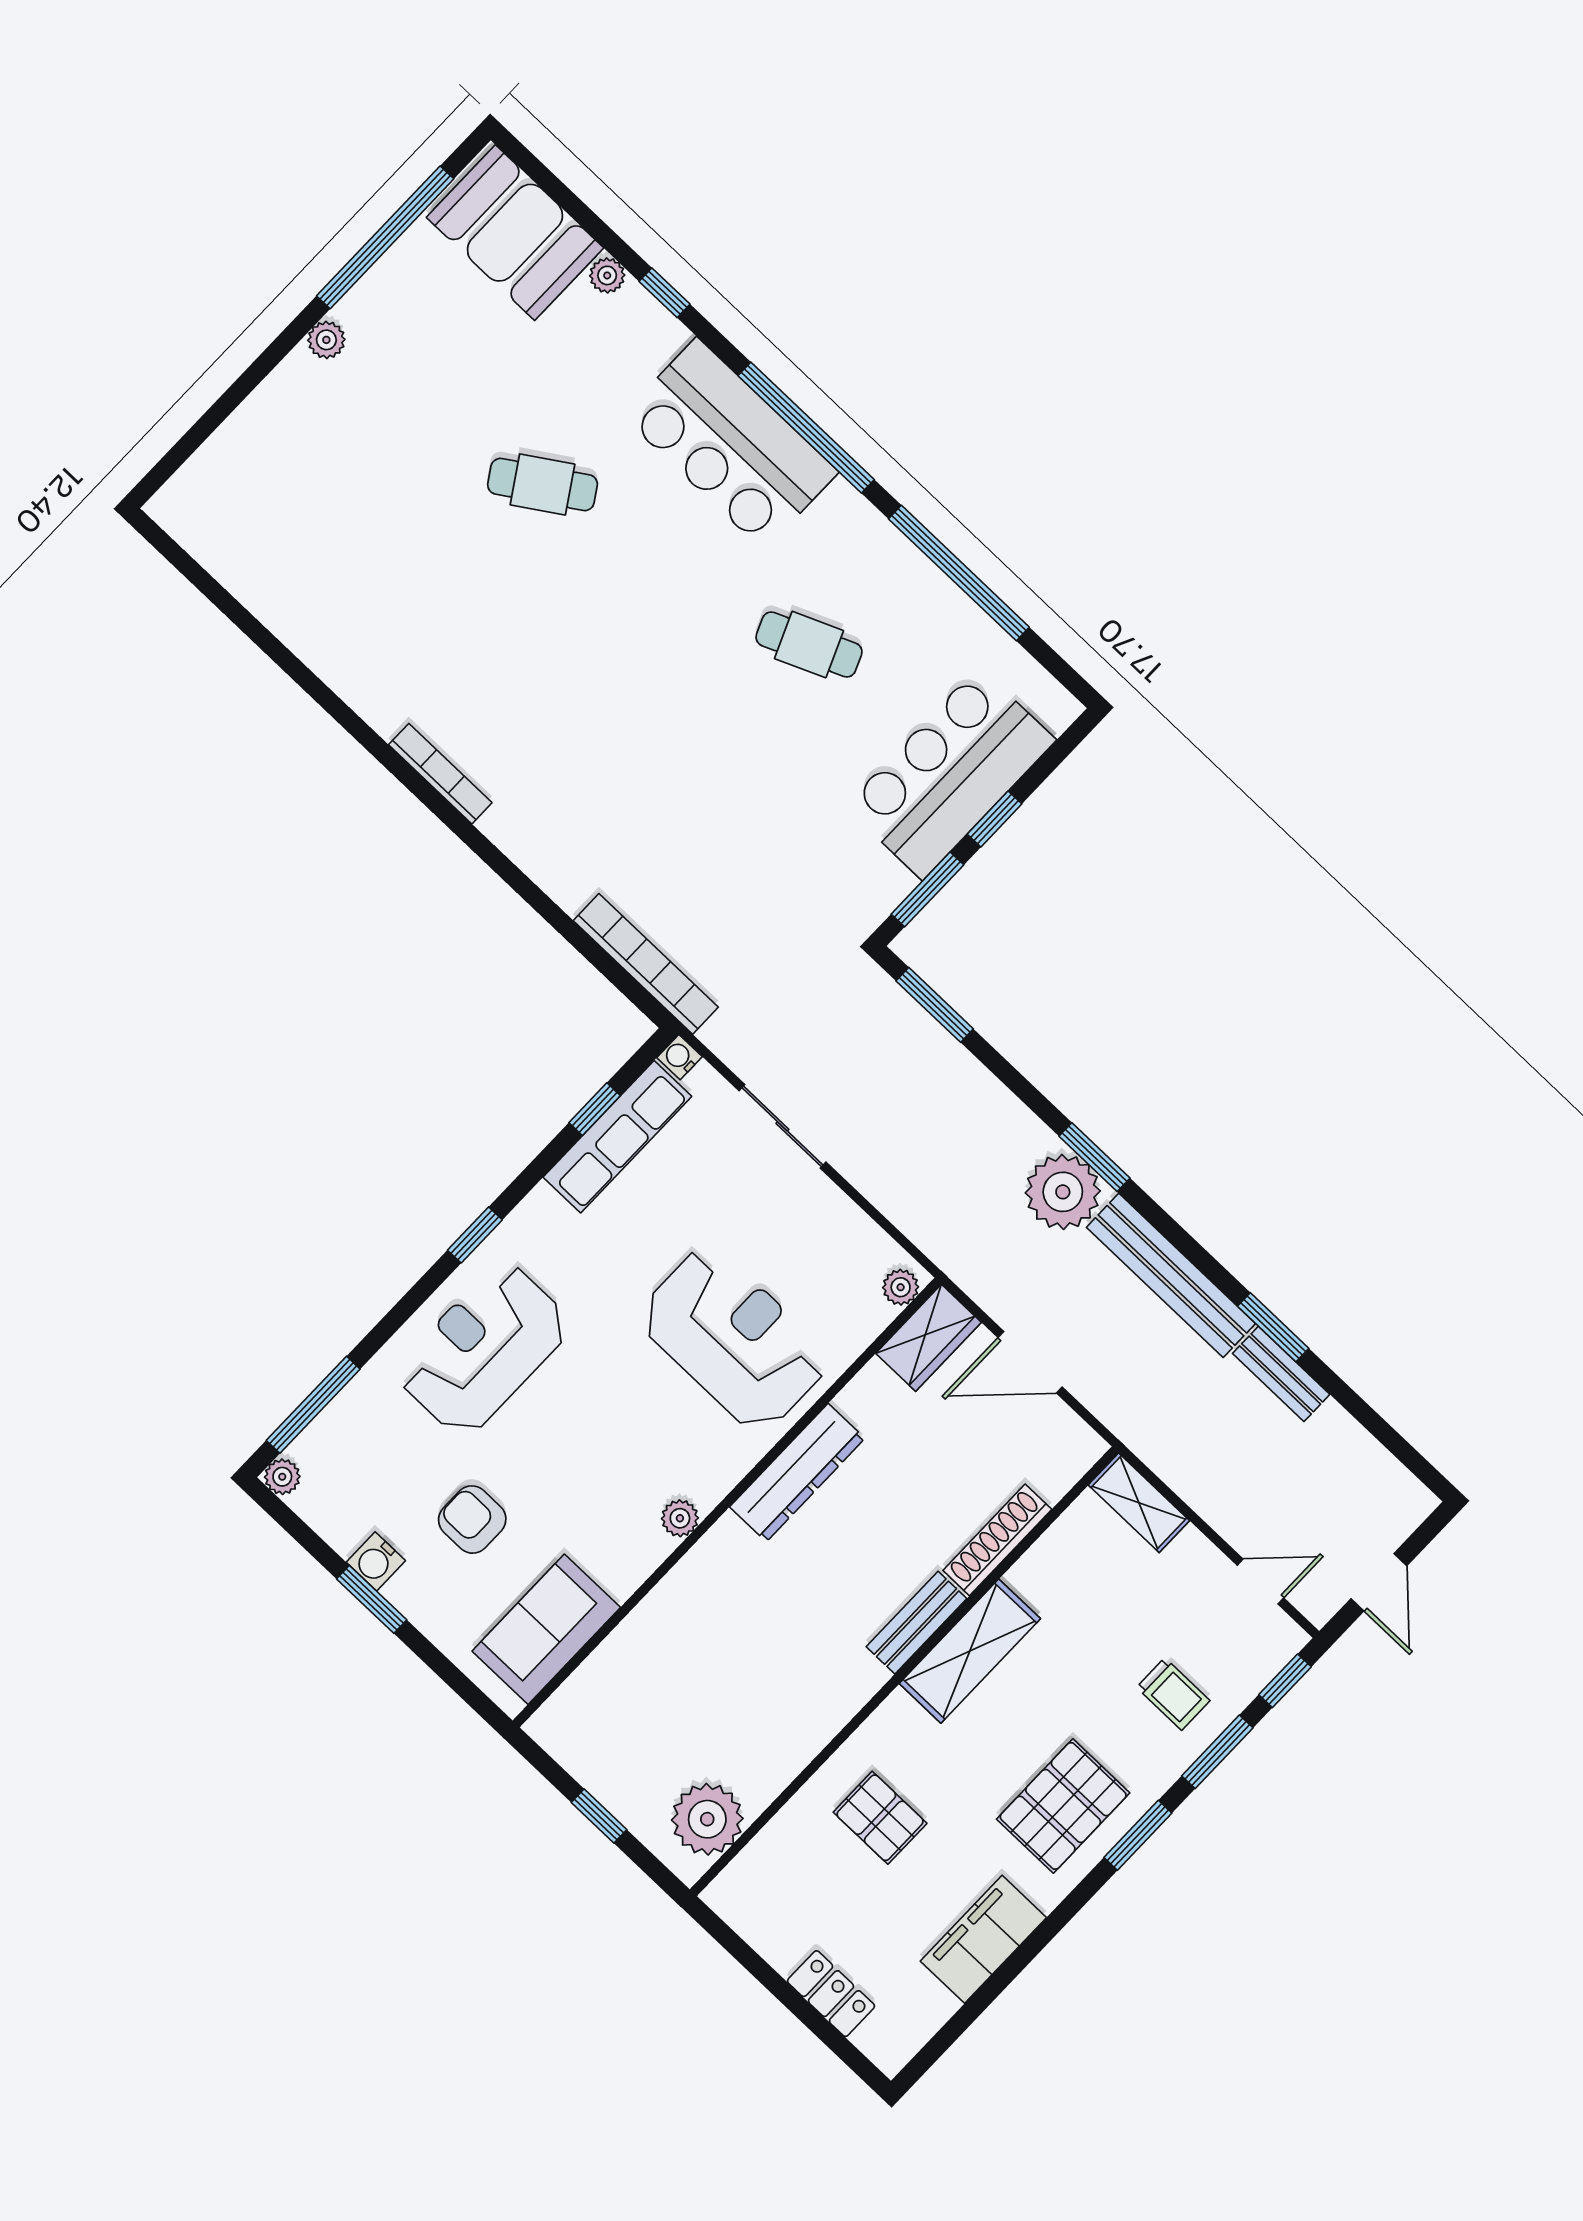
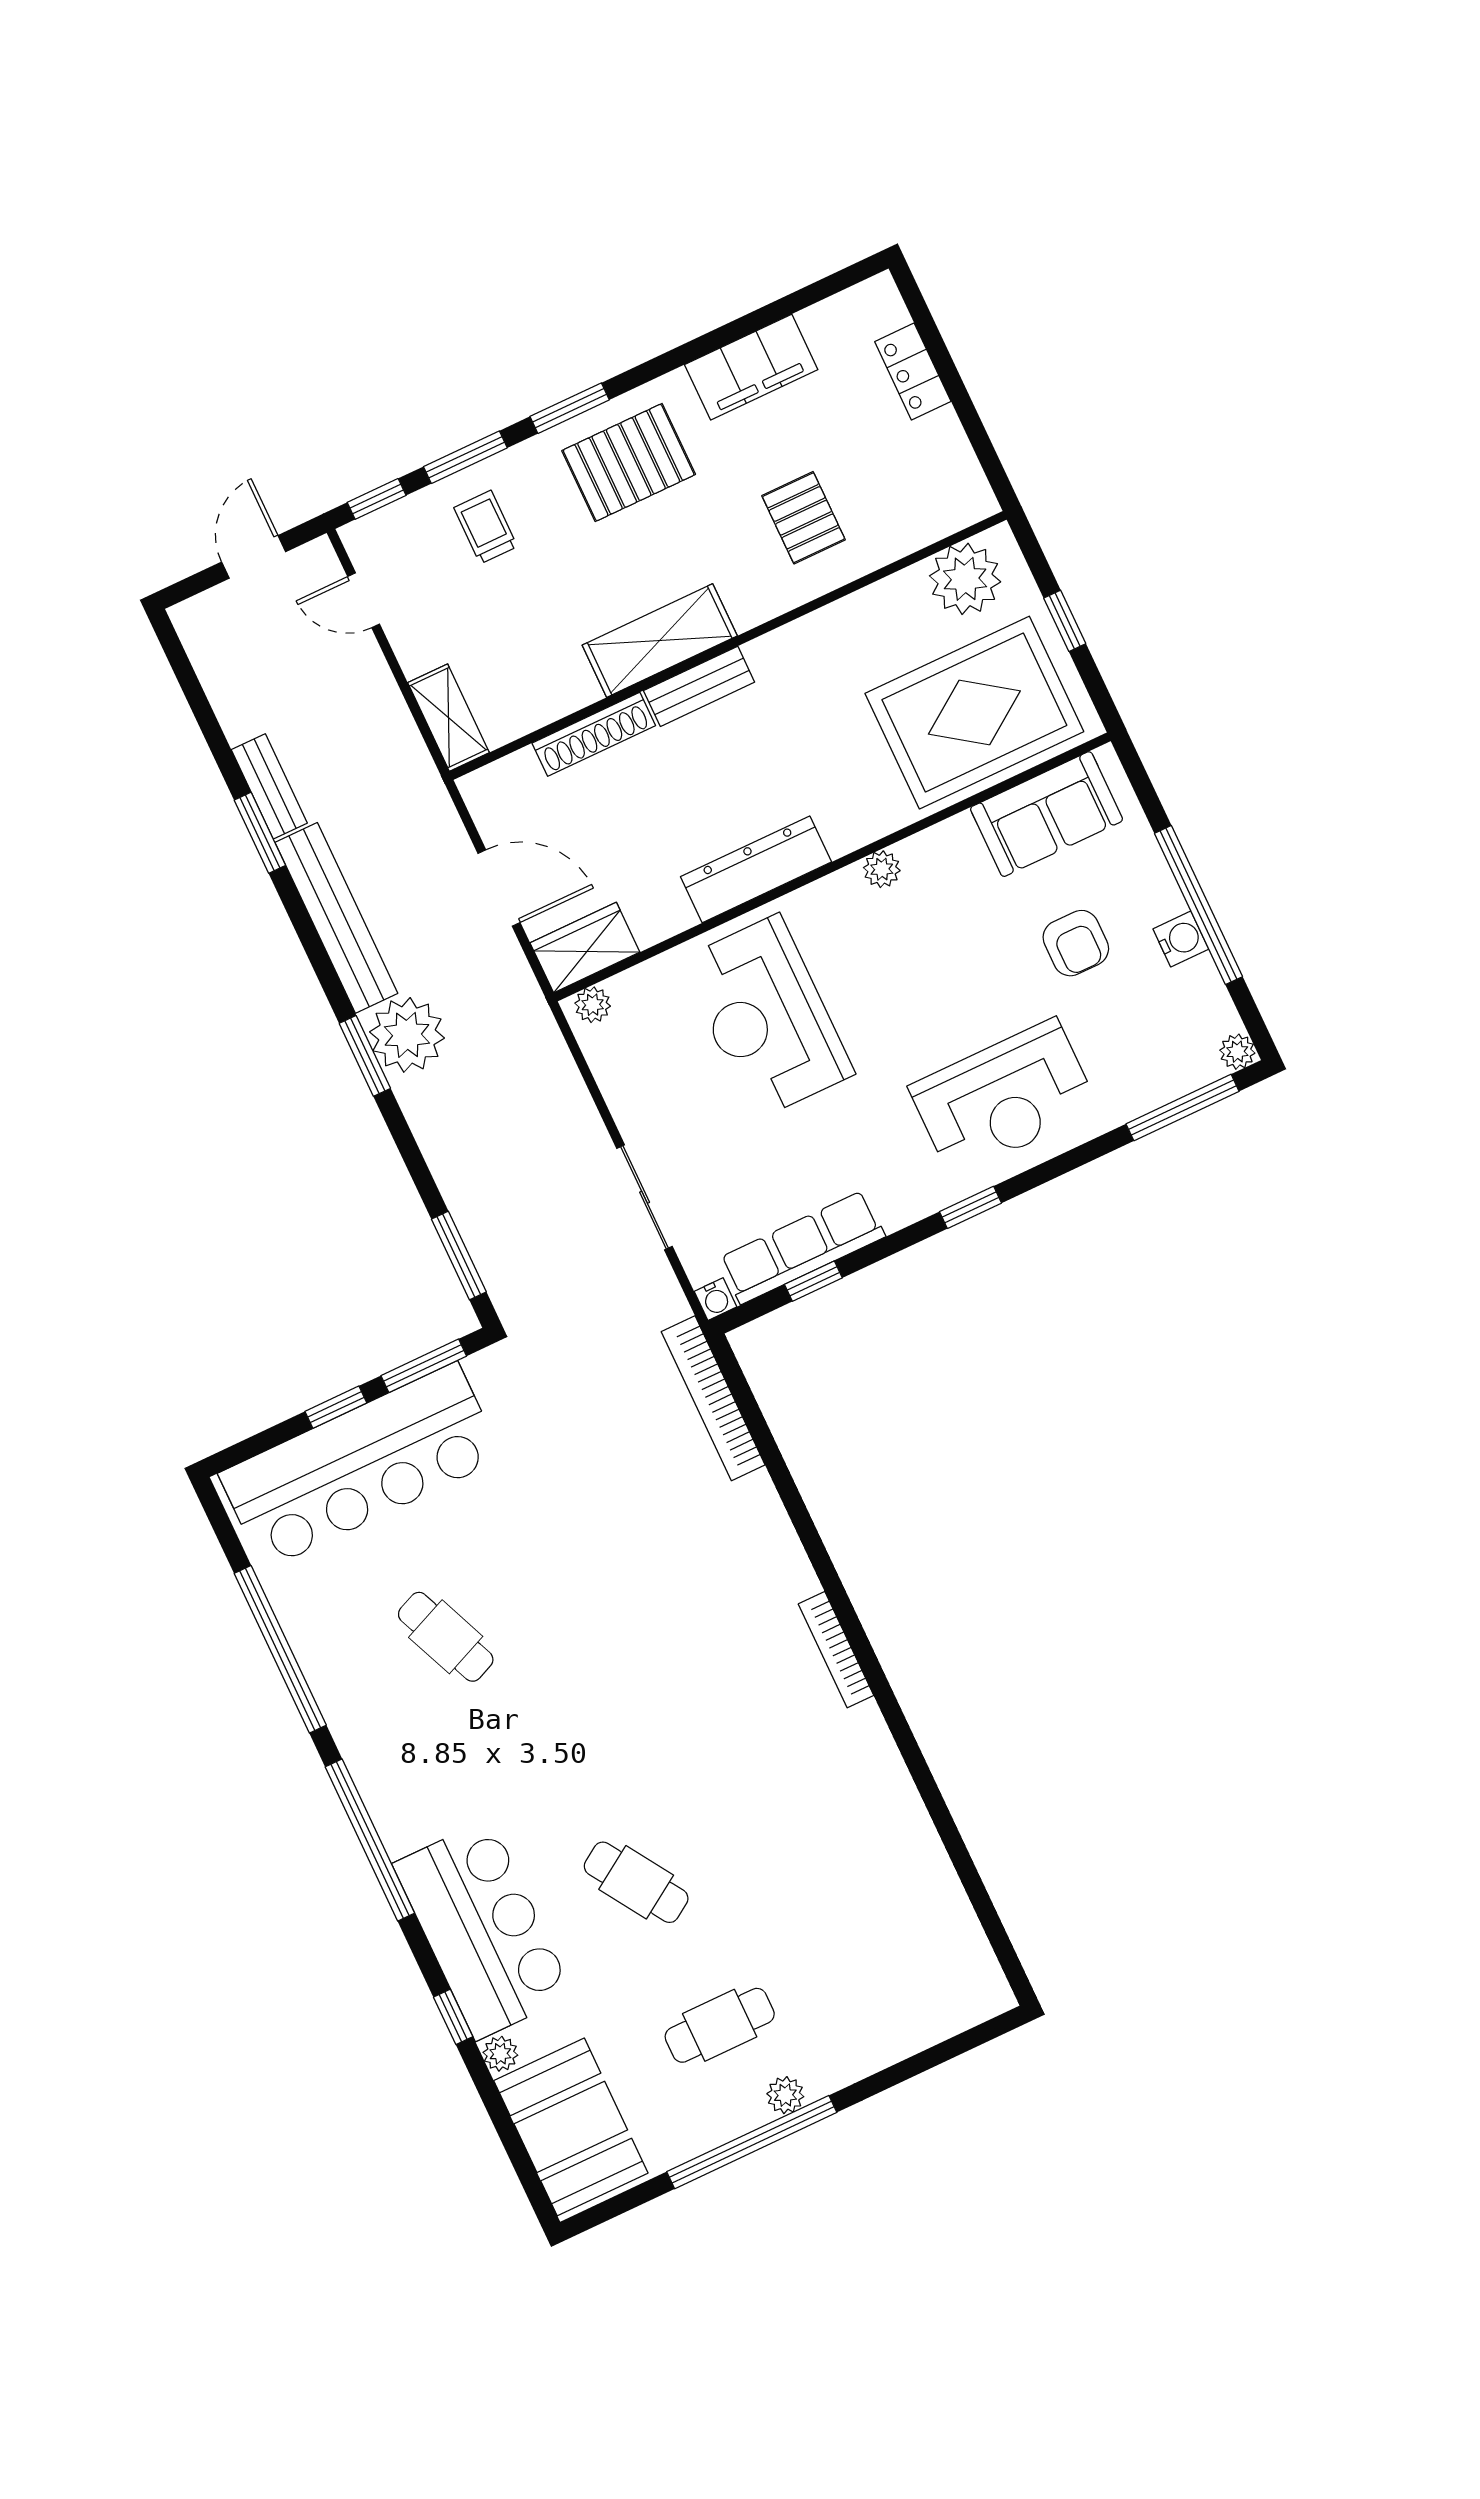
window: (385, 237) -> (752, 2142), moved
cafe table: (413, 381) -> (720, 2025), added
bar counter: (730, 444) -> (483, 1929), moved
bar counter: (950, 773) -> (360, 1466), width x1.36
window: (372, 1599) -> (1198, 905), width x2.11
rug: (650, 1698) -> (974, 713), added

